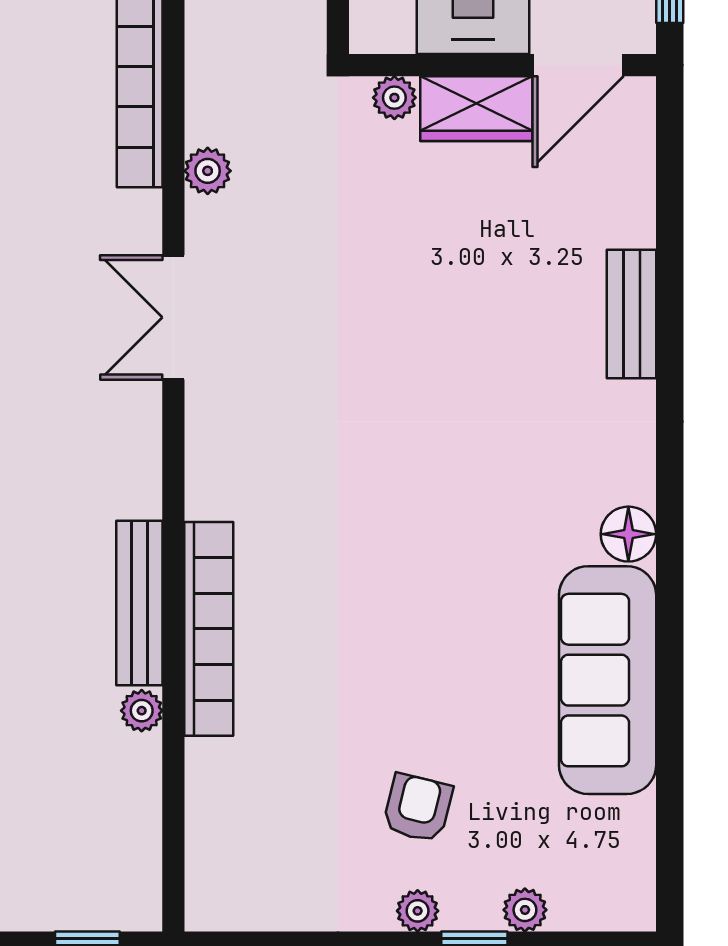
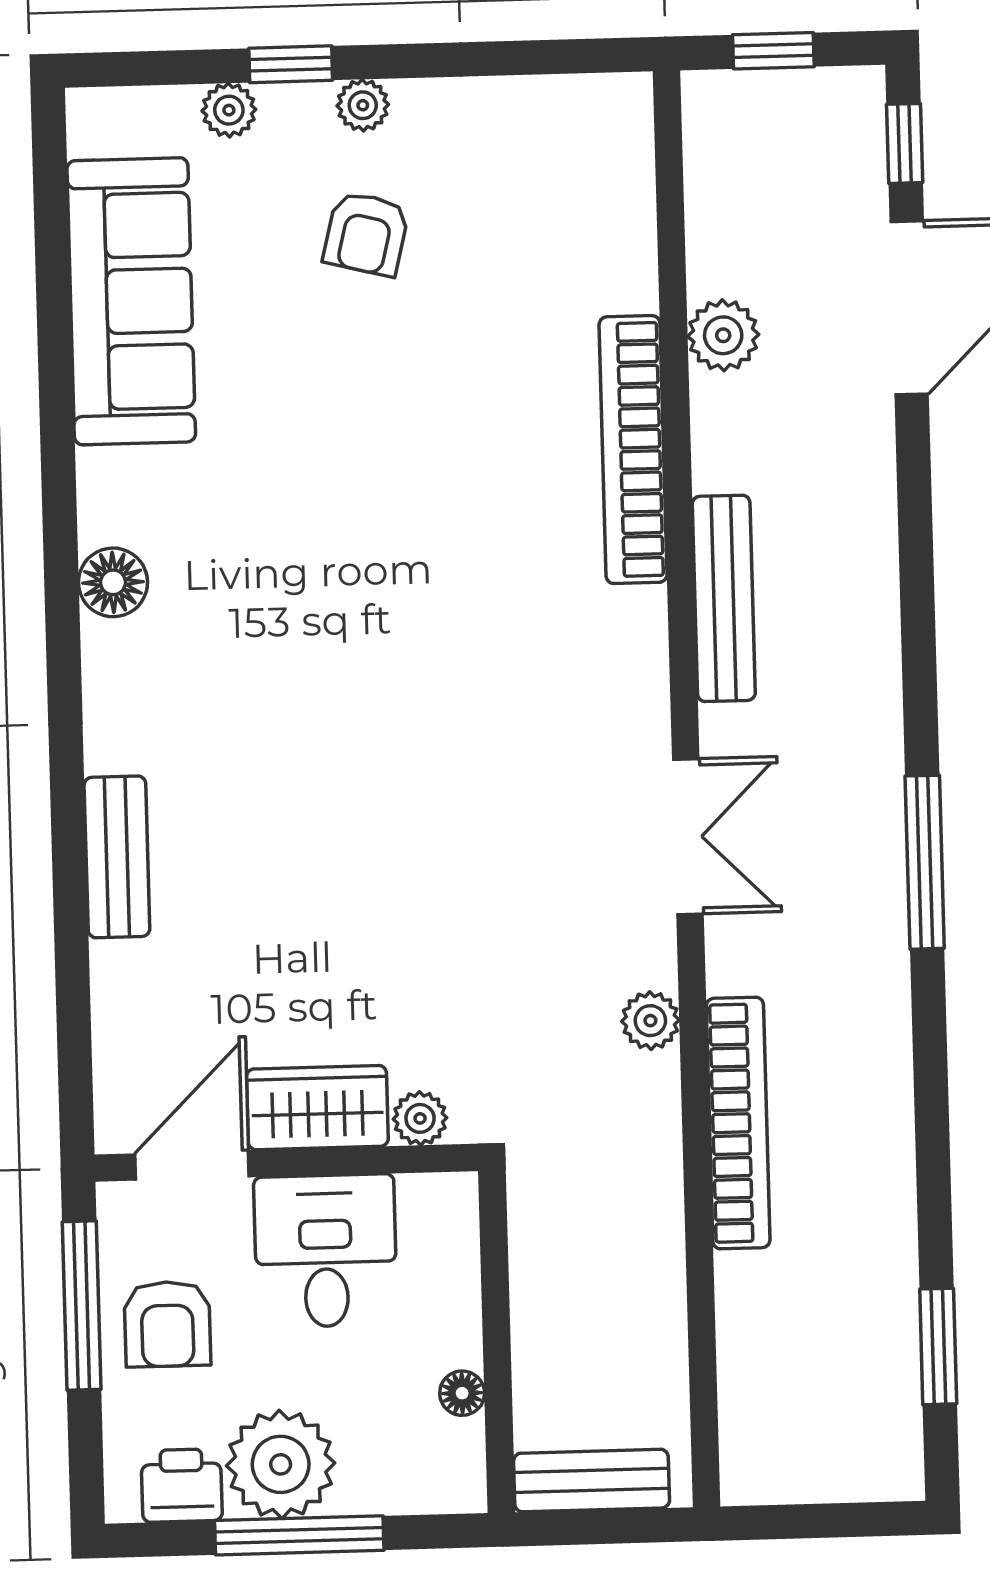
bench: (139, 603) -> (724, 598), moved
sofa: (608, 680) -> (131, 301), moved
plant: (142, 711) -> (723, 335), width x1.38, depth x1.38

